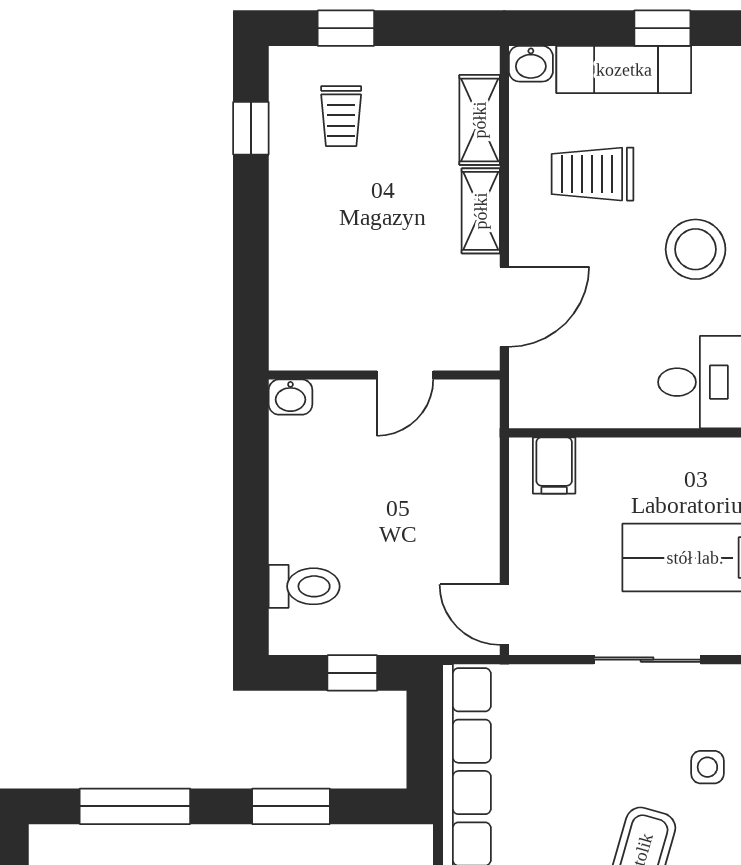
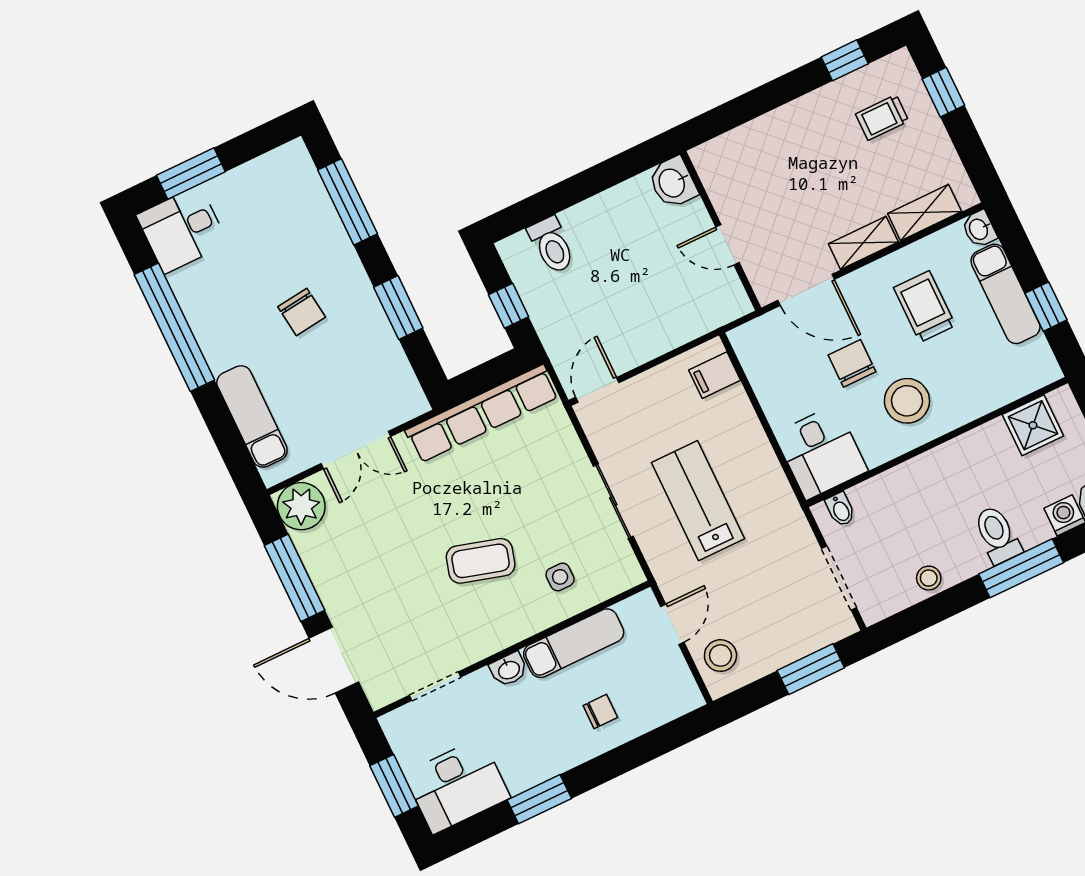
chair: (619, 294) -> (852, 363), added
washbasin: (290, 397) -> (673, 183), width x1.38, depth x1.45

